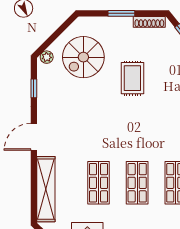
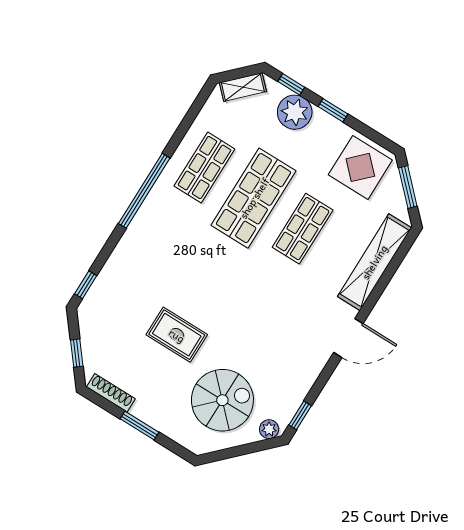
rug: (132, 78) -> (177, 335), turned 90
window: (34, 88) -> (300, 415), moved
shop shelf: (137, 183) -> (254, 198), width x1.43, depth x1.36

